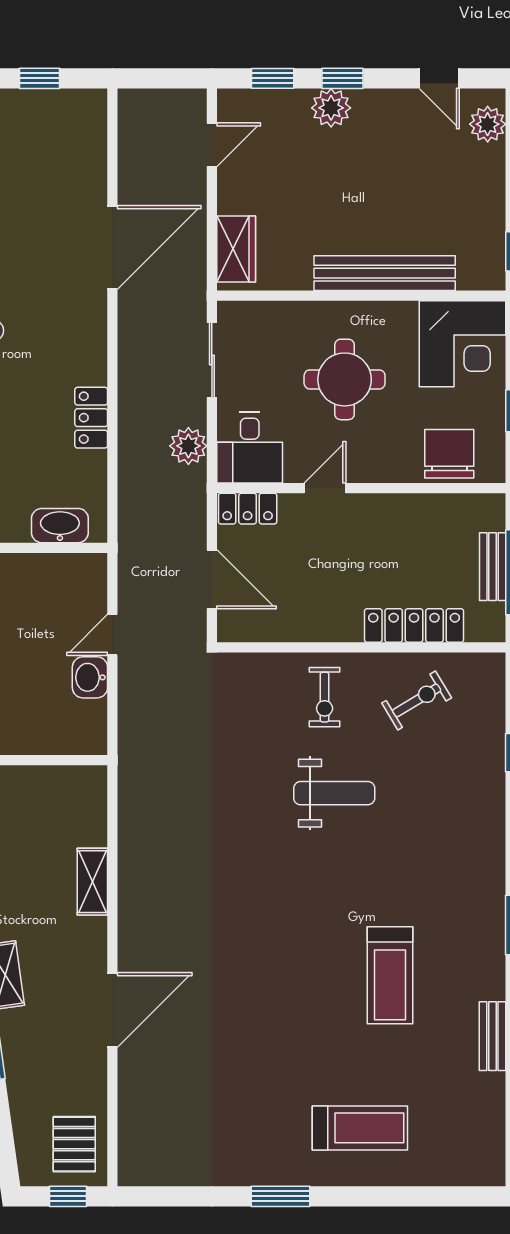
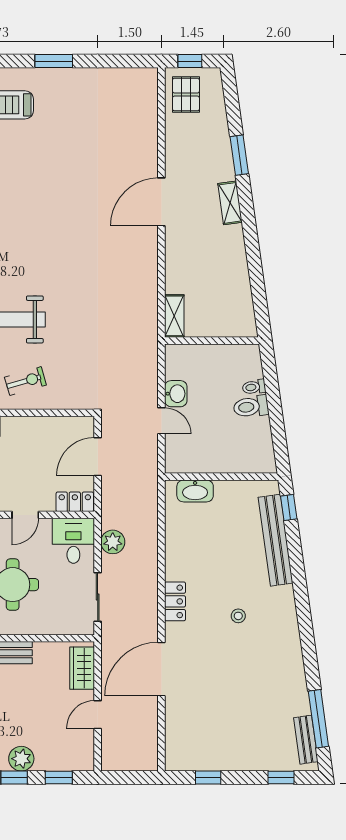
door: (212, 145) -> (98, 715), moved
locker: (91, 418) -> (175, 601), moved
door: (212, 579) -> (98, 457), hinge flipped
door: (112, 635) -> (161, 421), hinge flipped
exercise bike: (325, 697) -> (25, 381), turned 74
shelving: (92, 882) -> (174, 316), moved
door: (112, 1010) -> (161, 202), moved

